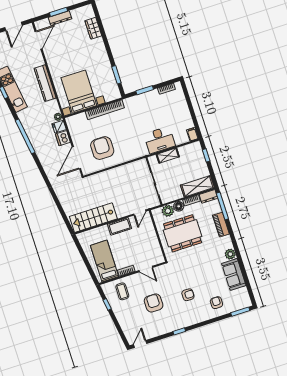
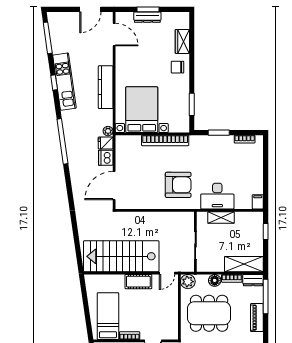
door: (38, 40) -> (114, 35), hinge flipped
chair: (96, 49) -> (177, 67), added
armchair: (102, 148) -> (178, 185), moved, turned 90
plant: (168, 211) -> (188, 282), moved
stairs: (93, 218) -> (121, 256), width x1.36, depth x1.51

